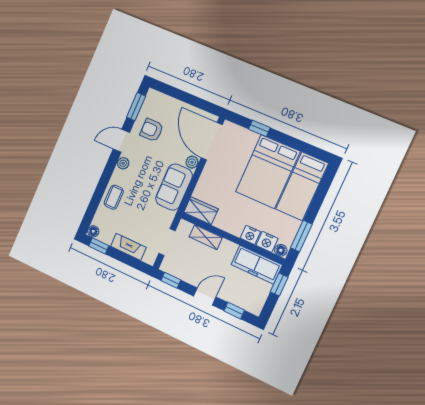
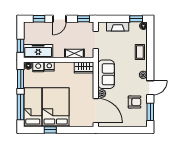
window: (259, 128) -> (50, 130), moved
window: (320, 195) -> (21, 107), added

